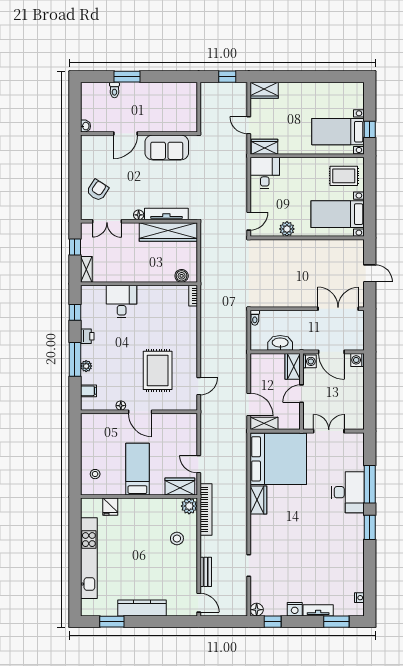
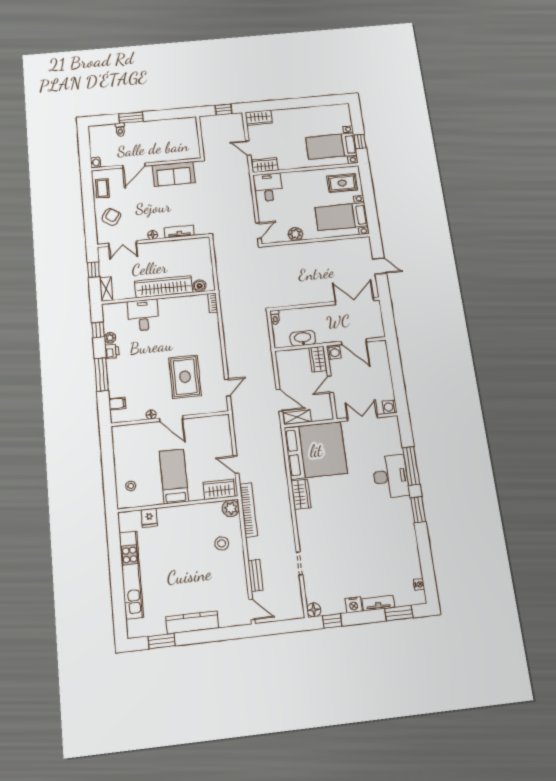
coffee table: (91, 157) -> (102, 188), added
tv unit: (166, 214) -> (179, 232), width x0.71
wardrobe: (168, 232) -> (164, 287), moved, turned 180
washing machine: (357, 360) -> (390, 407), moved
plant: (86, 366) -> (110, 338), moved

